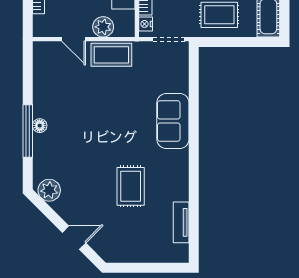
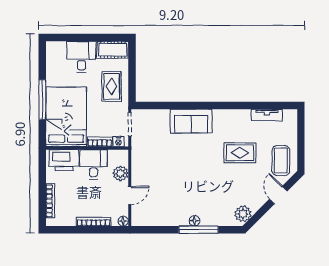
floor lamp: (39, 30) -> (123, 221), added
coffee table: (111, 55) -> (281, 161), moved

